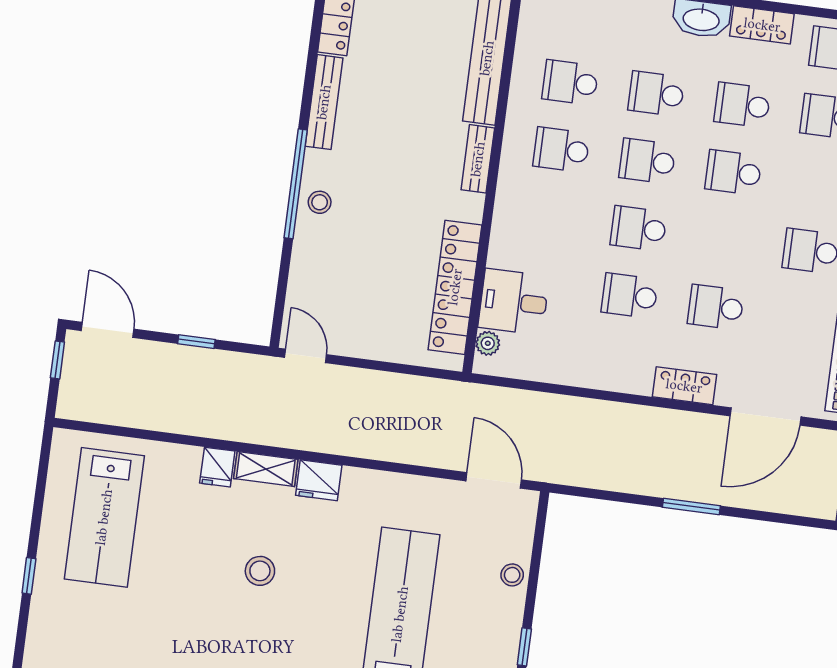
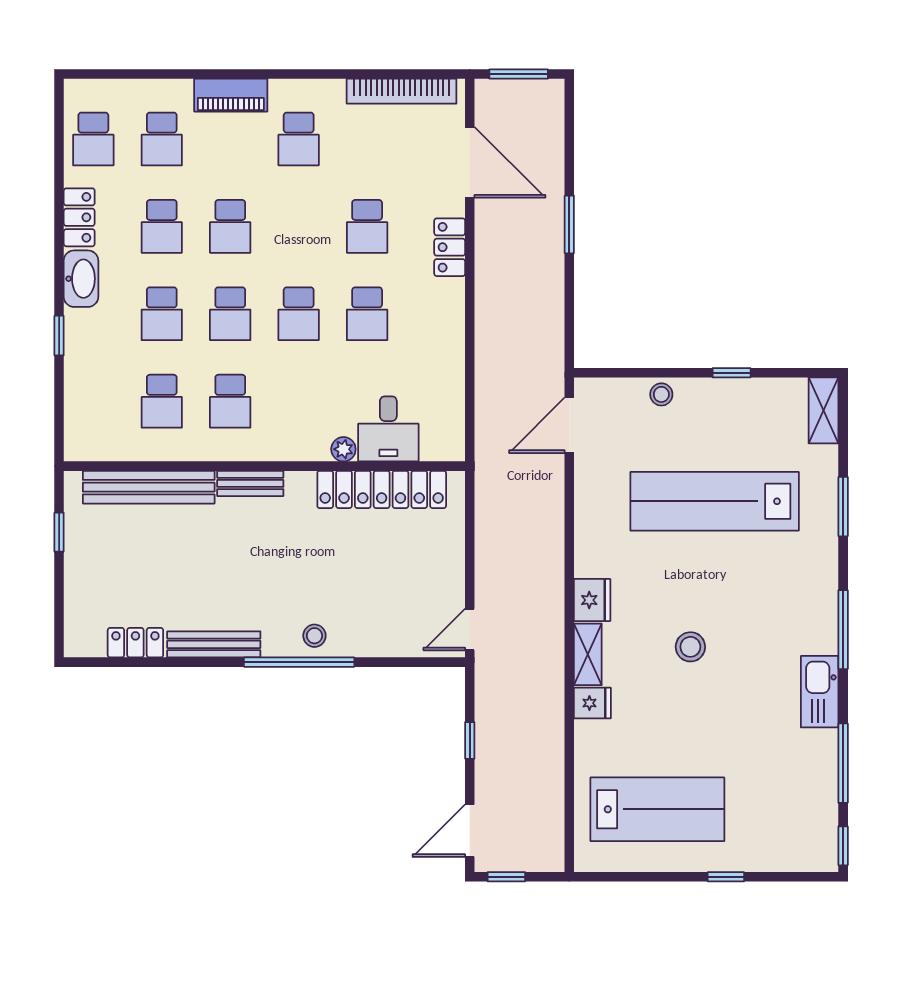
plant: (488, 343) -> (343, 449), moved

